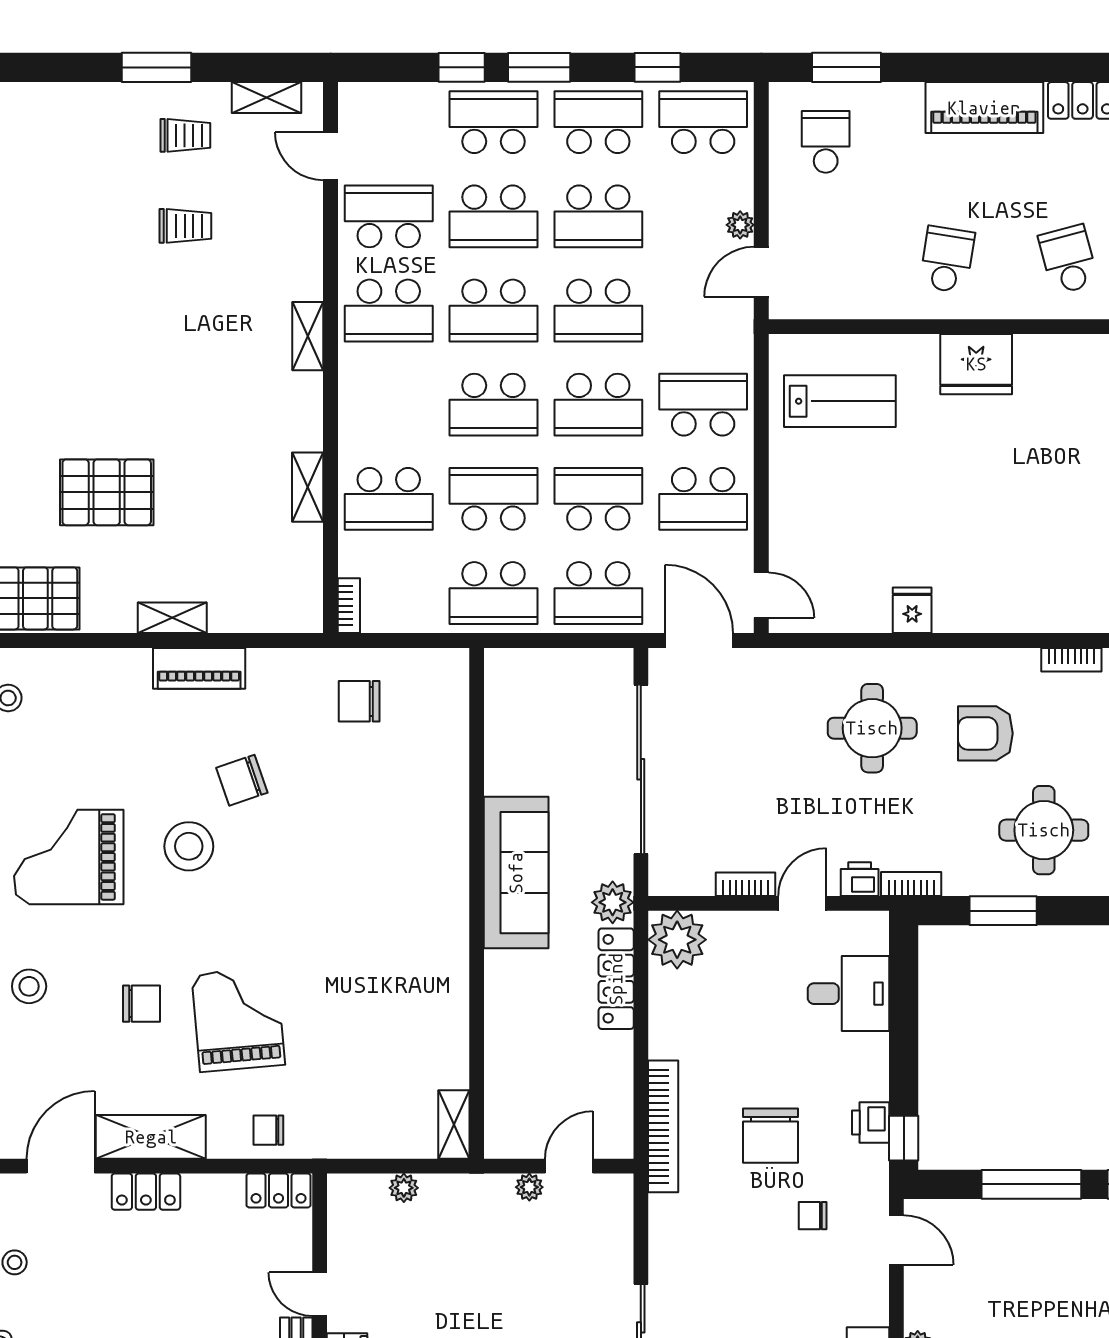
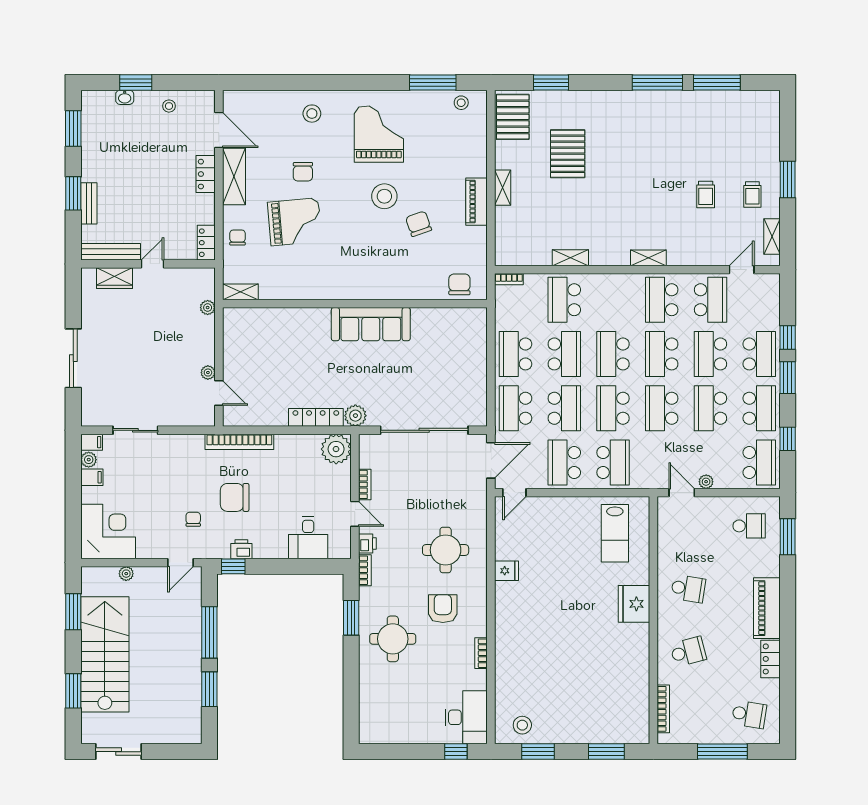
sofa: (516, 873) -> (371, 324), moved
wall: (477, 903) -> (355, 304), moved
shelving: (454, 1124) -> (240, 292), moved

